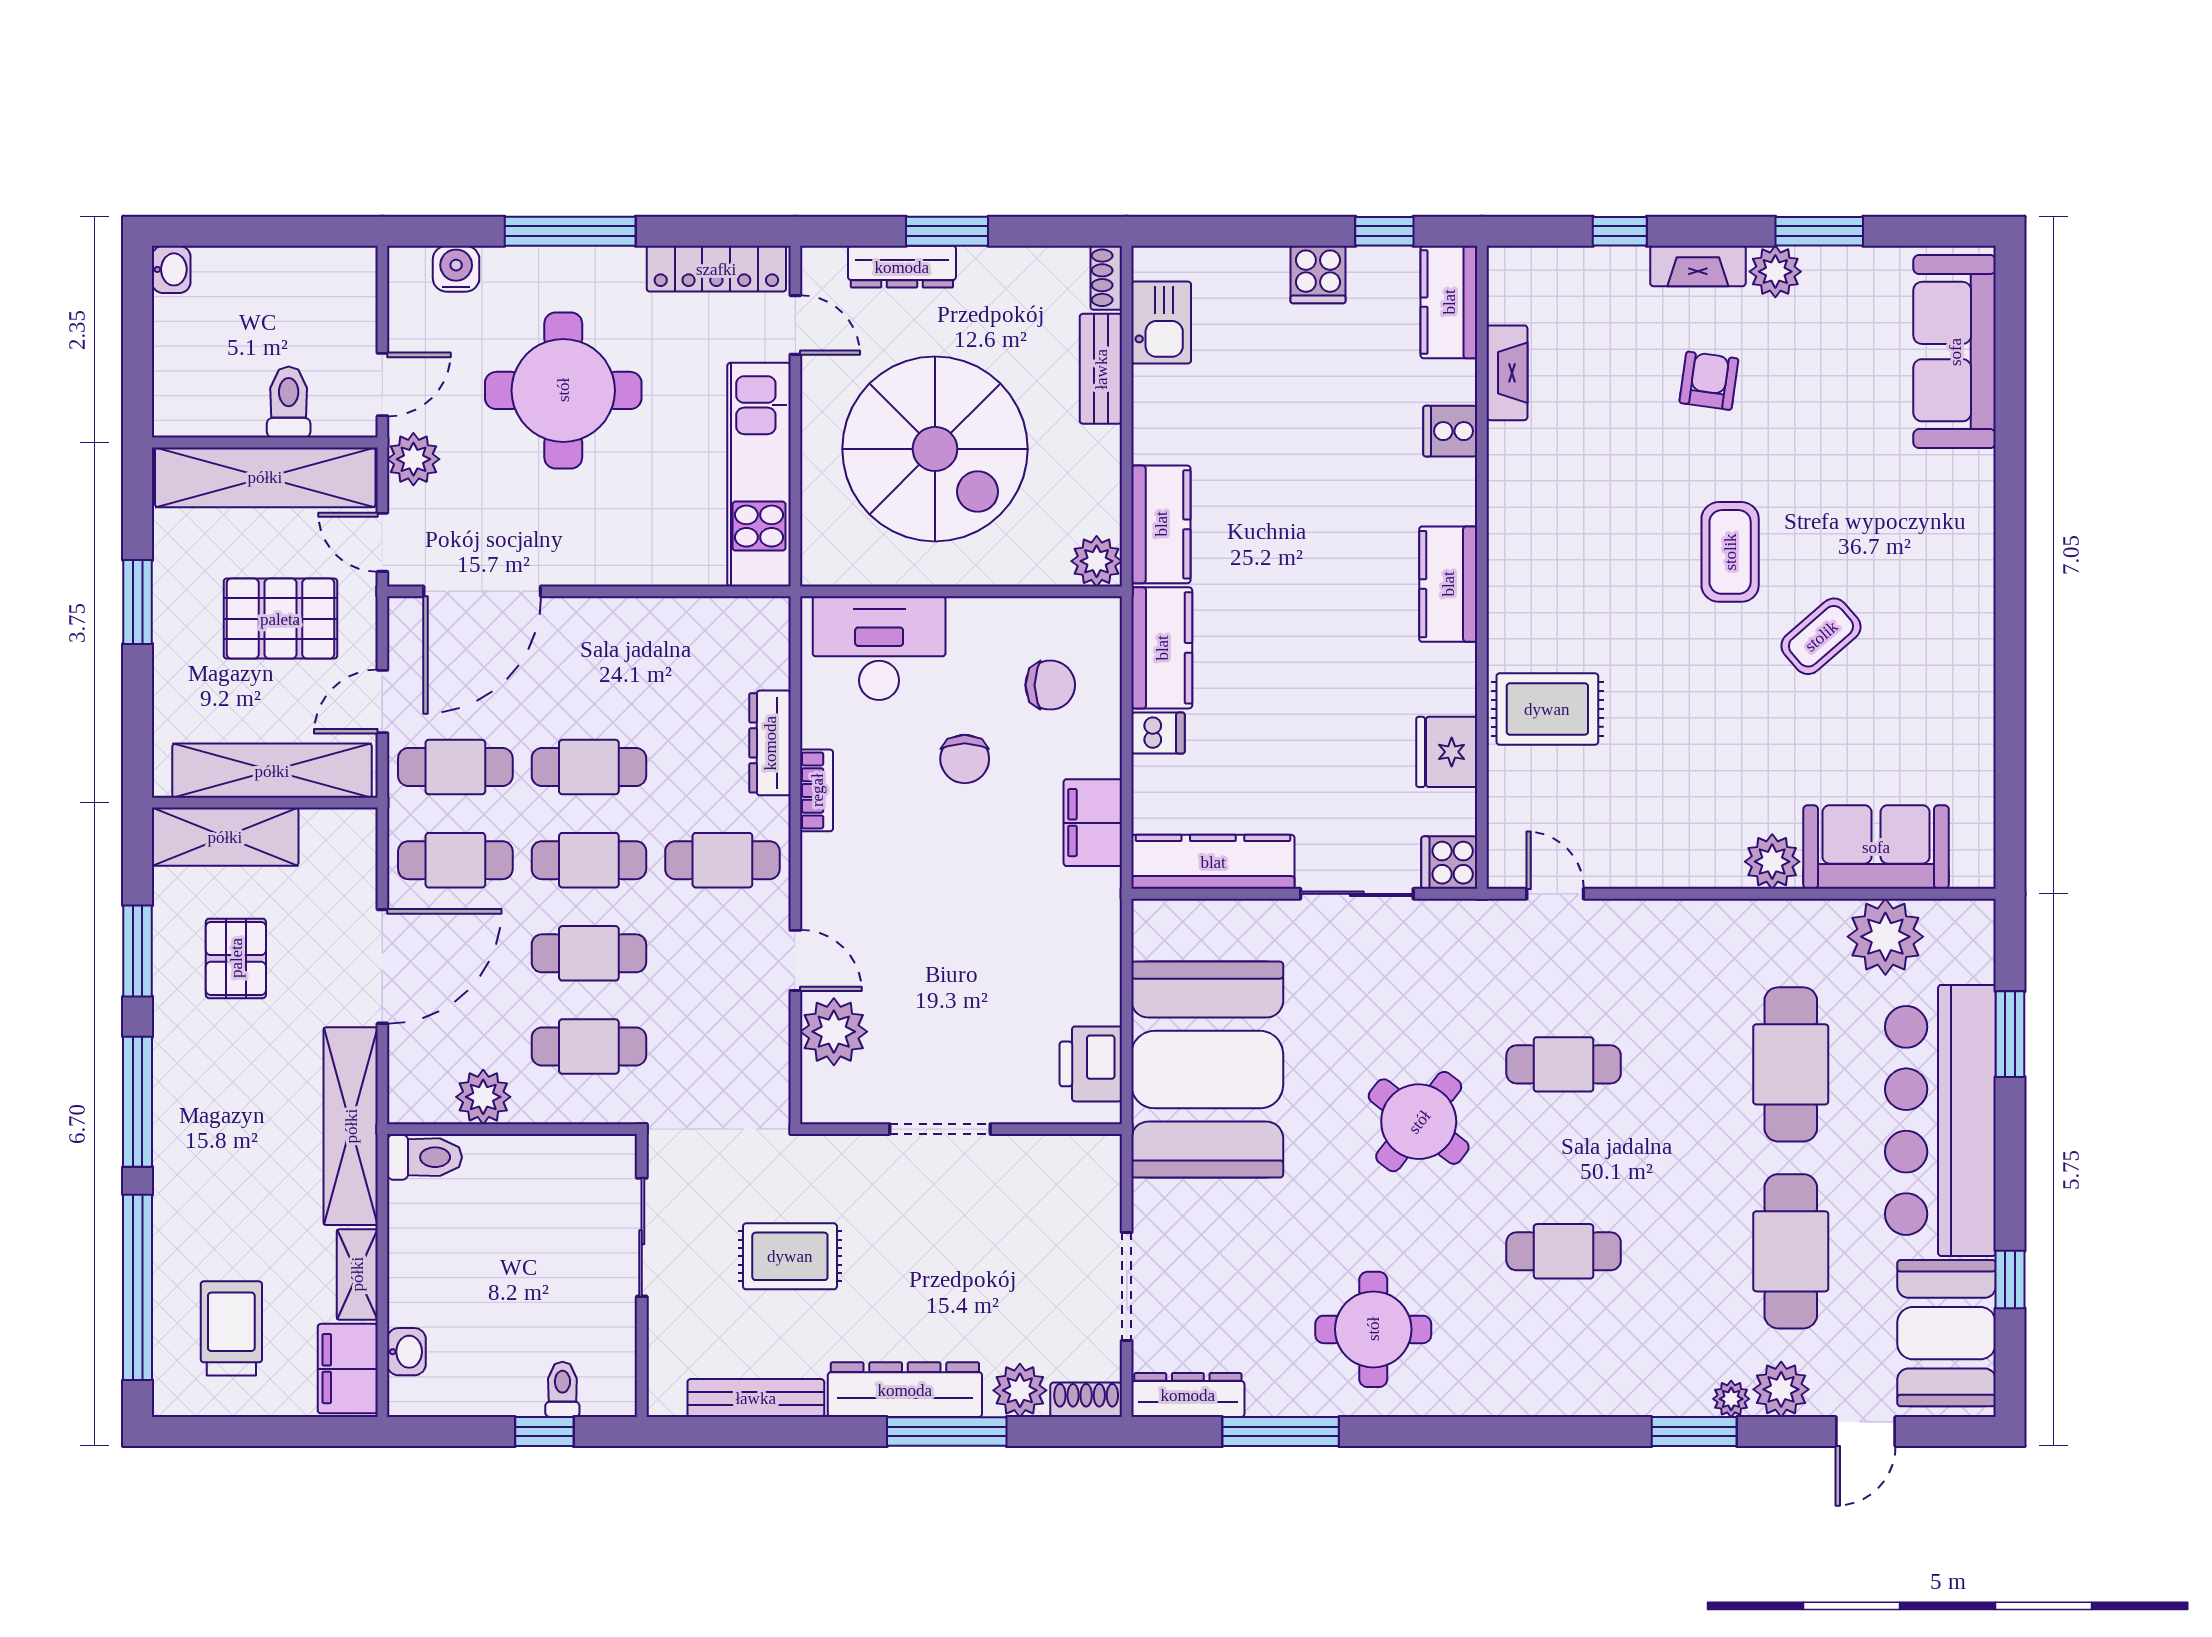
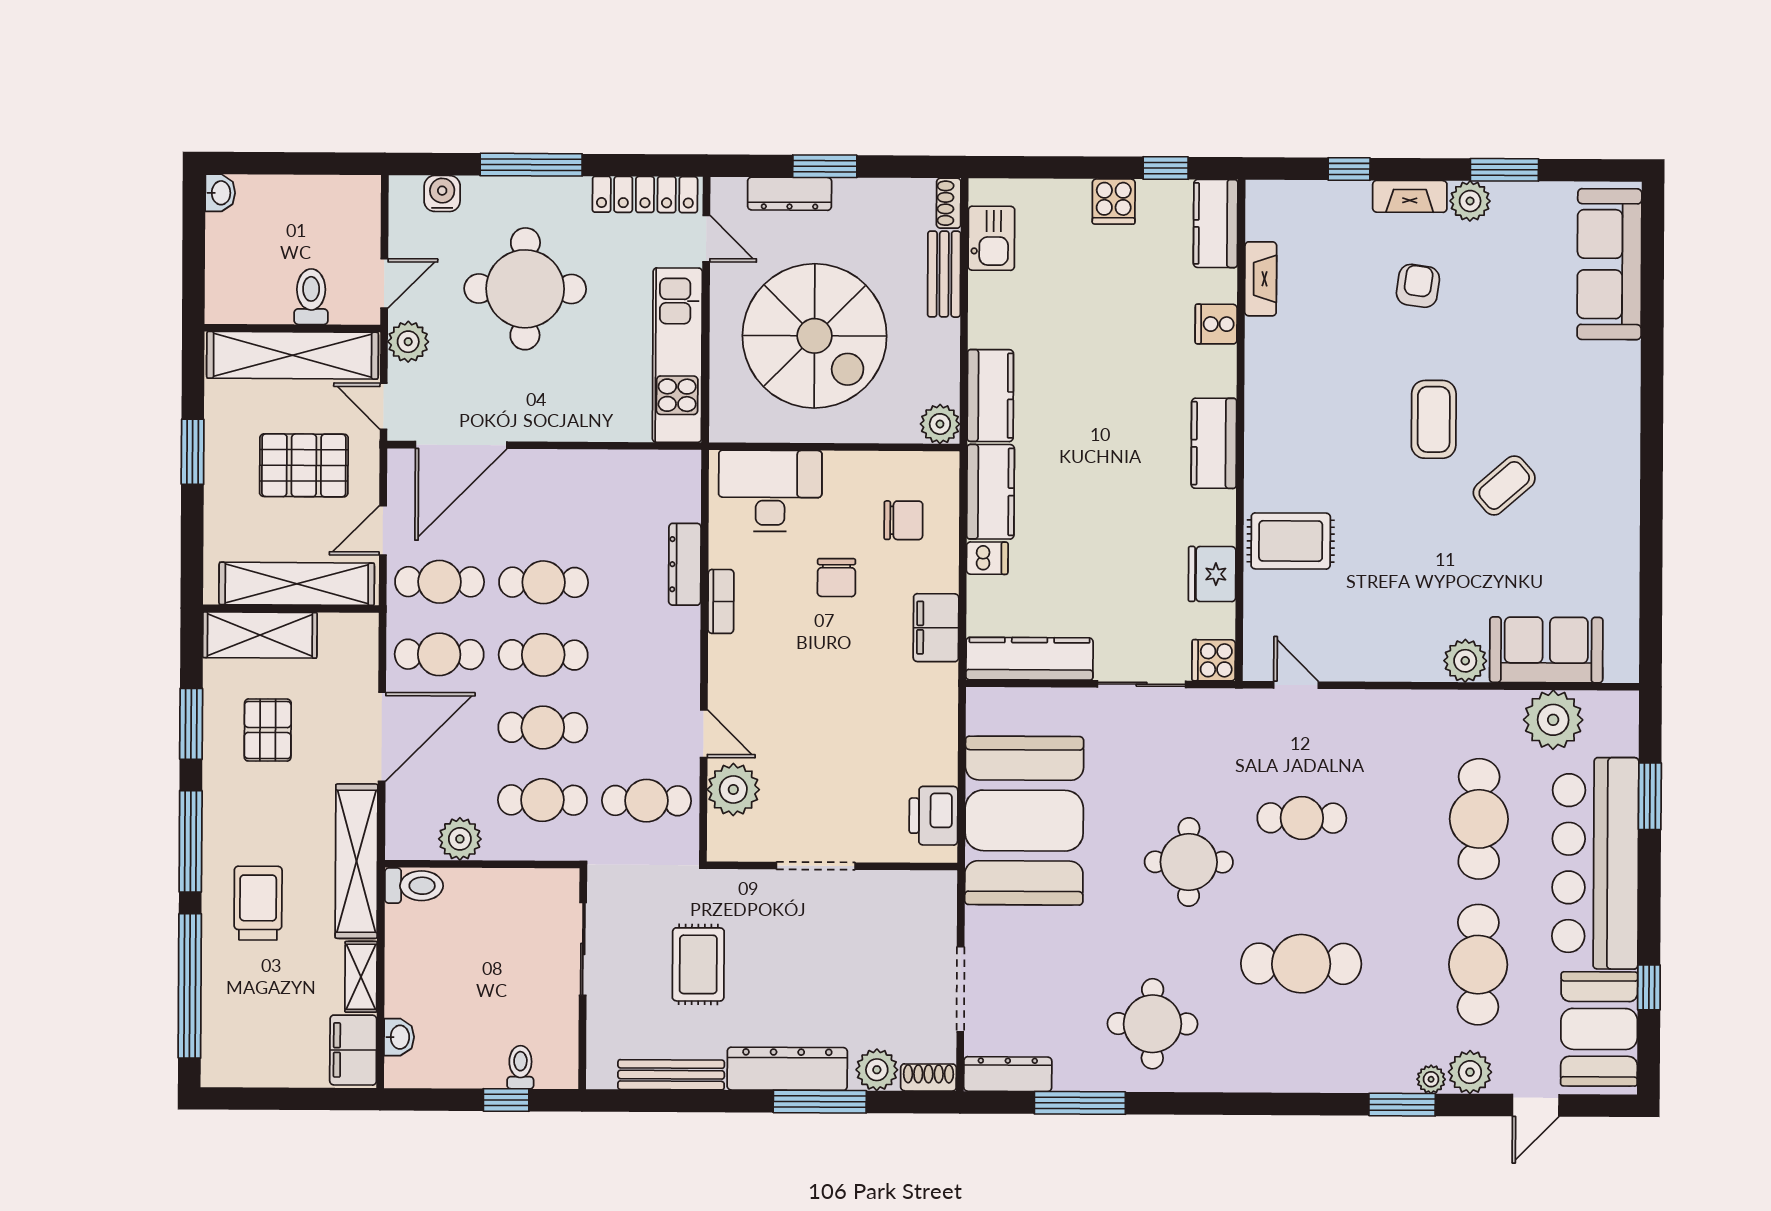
cafe table: (722, 860) -> (646, 801), moved
round table: (1419, 1122) -> (1189, 862), turned -38
cafe table: (1564, 1251) -> (1301, 964), width x1.37, depth x1.35
rug: (790, 1256) -> (698, 964), turned 90
trolley: (231, 1328) -> (258, 903), moved

